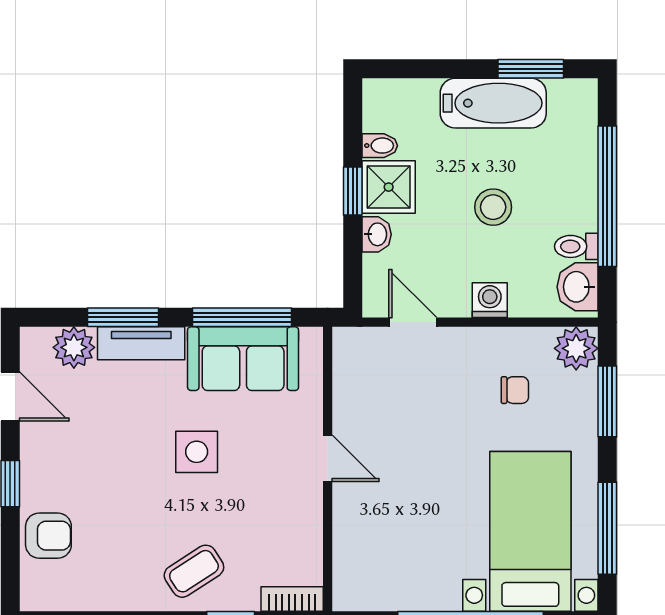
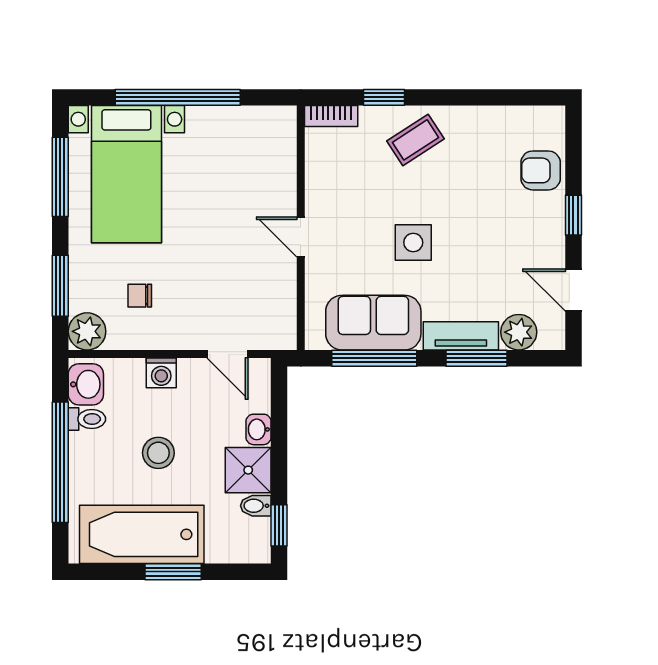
window: (531, 69) -> (173, 572), moved
bathtub: (493, 103) -> (142, 534), width x1.36, depth x1.36
window: (353, 191) -> (279, 525), moved

